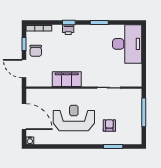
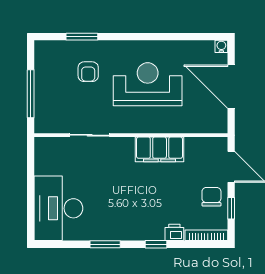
printer: (68, 30) -> (174, 232), moved
reception desk: (74, 118) -> (148, 84), turned 180

